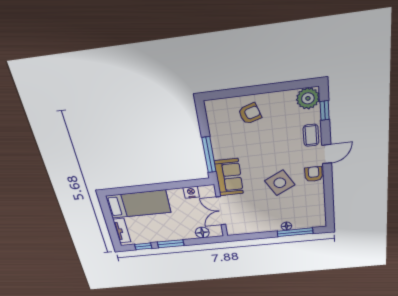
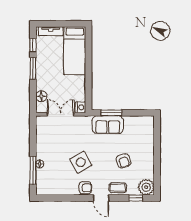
armchair: (250, 114) -> (123, 161), moved
window: (209, 155) -> (111, 113), width x0.69
sofa: (229, 177) -> (108, 125), moved
nightstand: (191, 192) -> (81, 107), moved

